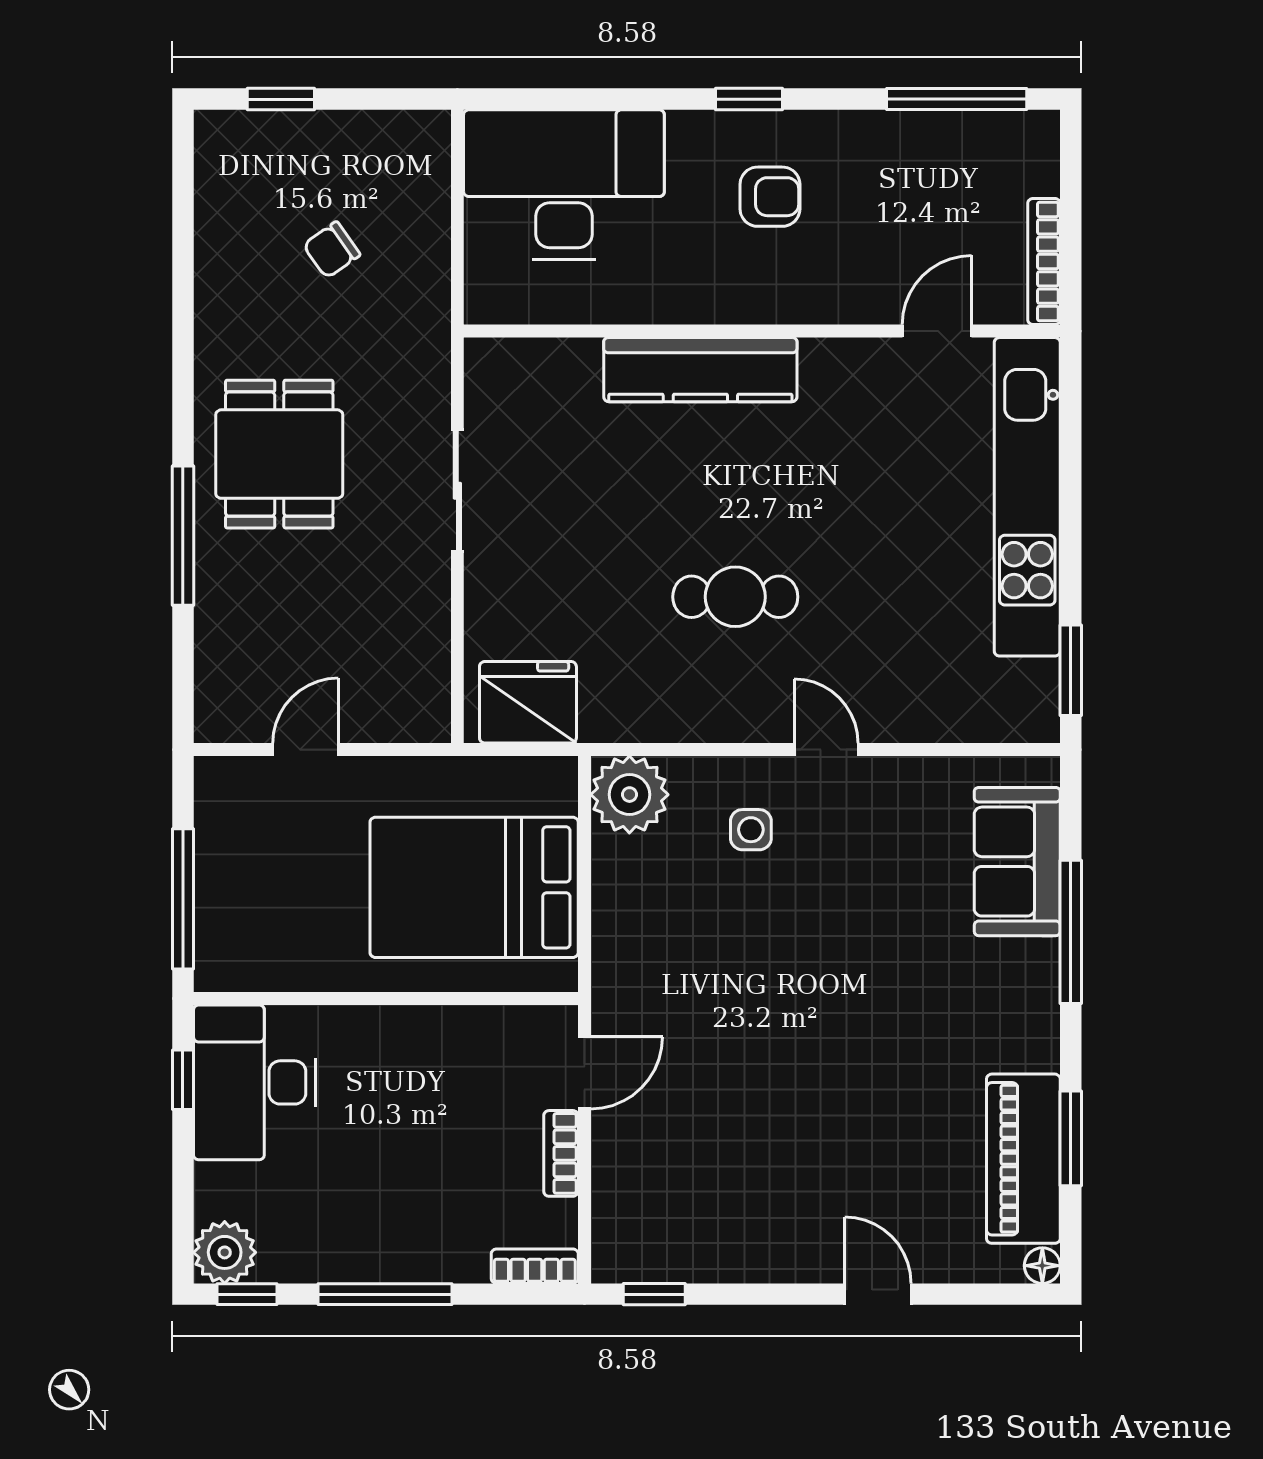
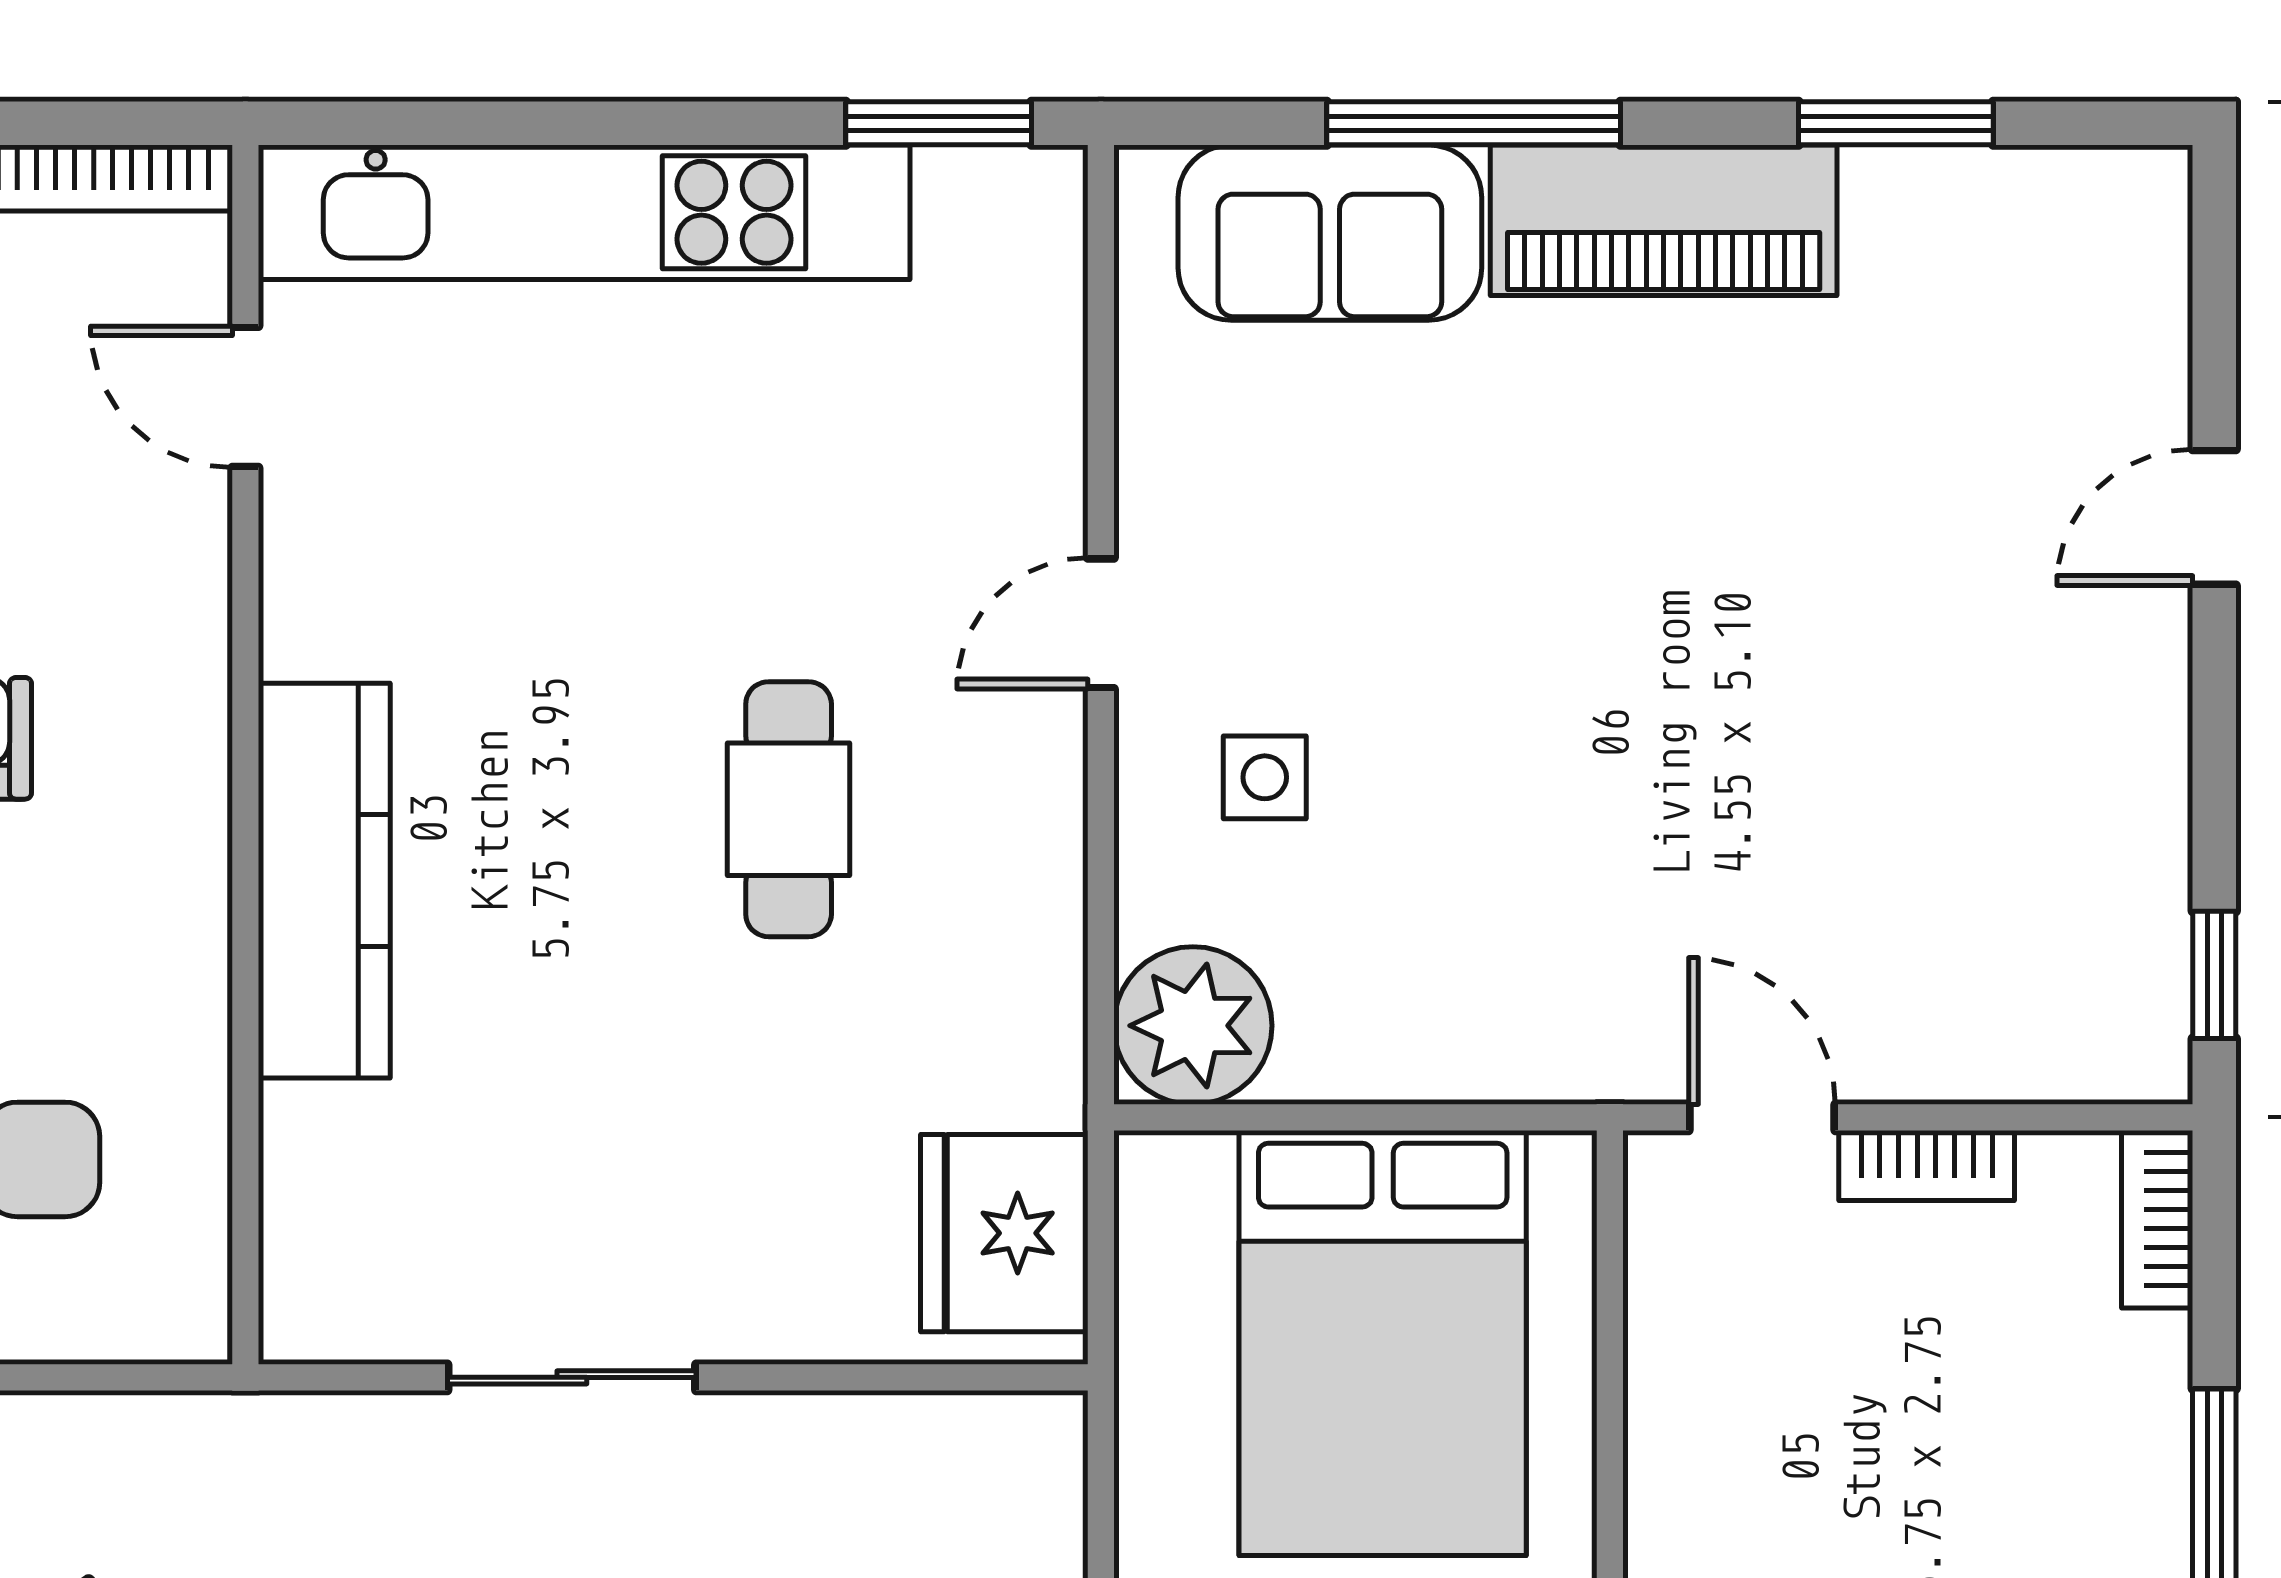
piano: (1023, 1159) -> (1664, 220), moved
floor lamp: (1042, 1266) -> (2156, 182), removed

